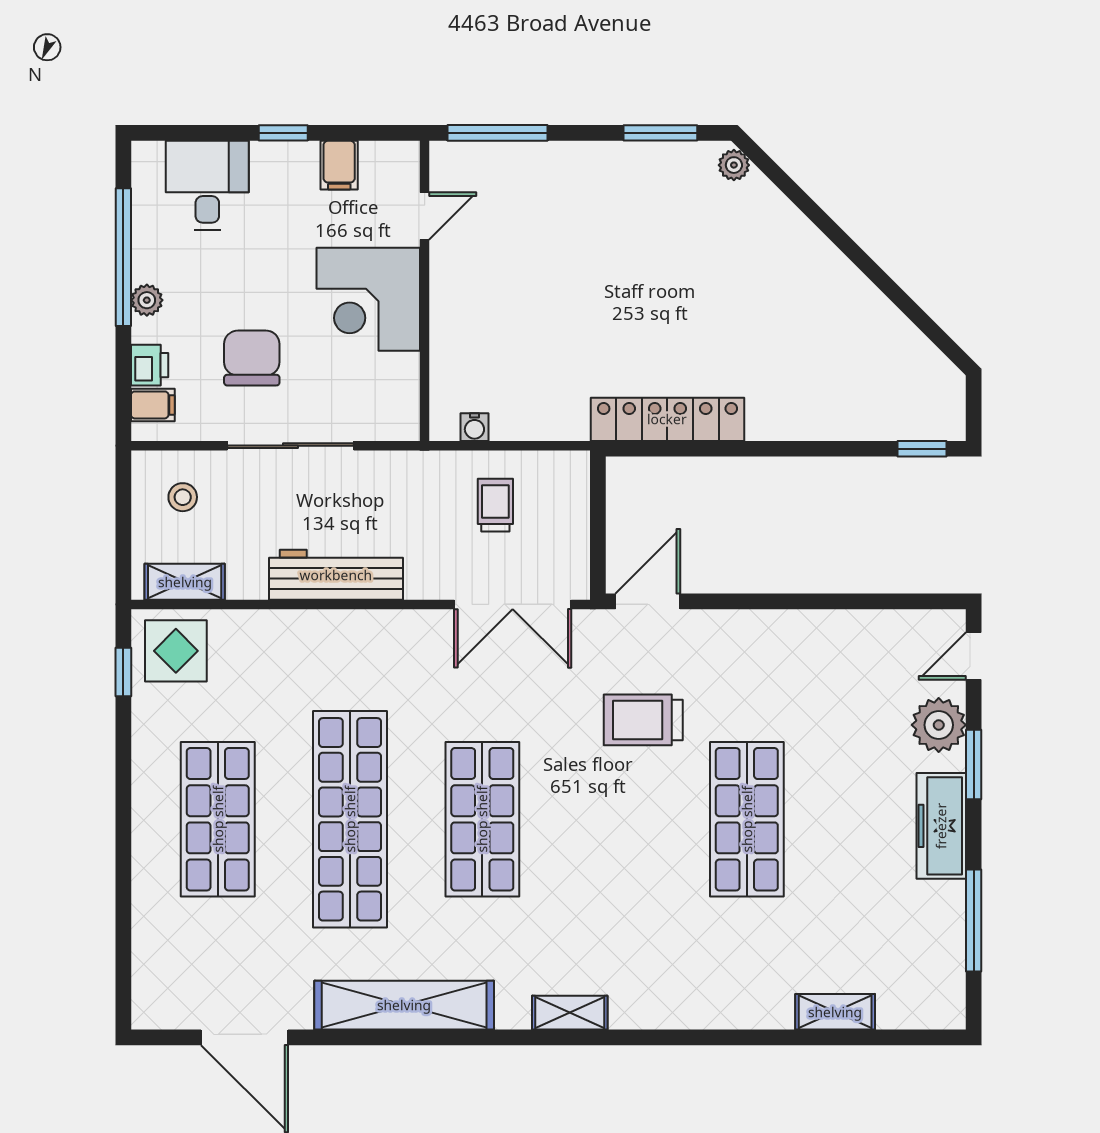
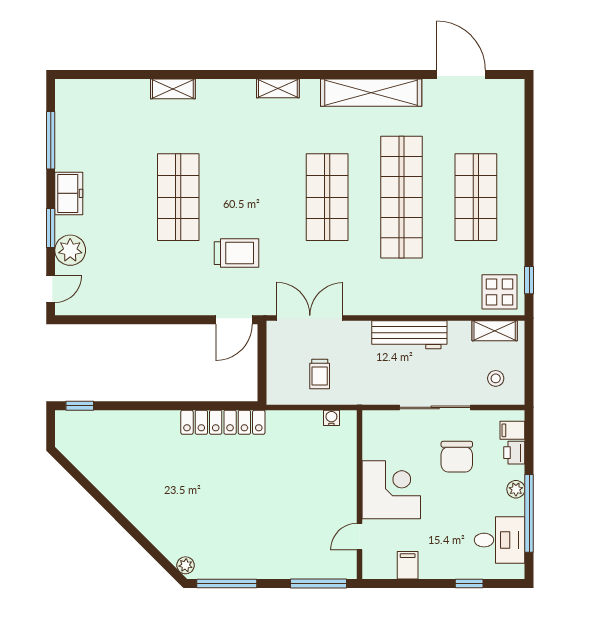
window: (283, 133) -> (469, 583), moved
window: (660, 133) -> (227, 583), width x1.44
desk: (207, 185) -> (500, 540), moved, turned -90
freezer: (941, 826) -> (69, 193), width x0.71
shelving: (835, 1012) -> (173, 89), moved

